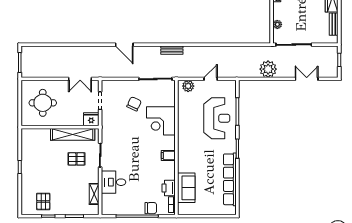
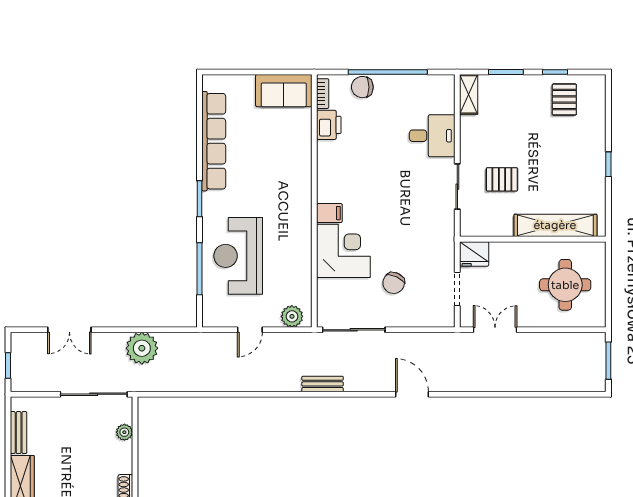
shelving: (73, 134) -> (555, 225), moved
filing cabinet: (168, 155) -> (329, 213), moved
sofa: (186, 188) -> (284, 91), moved, turned -90
shelving: (94, 194) -> (469, 94), moved

